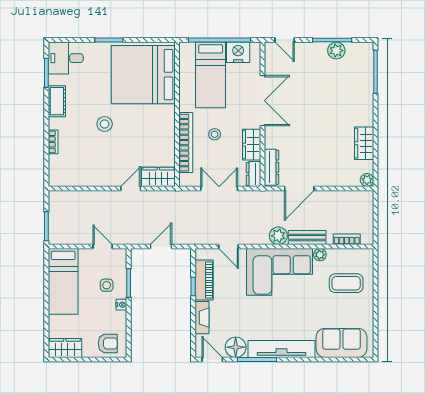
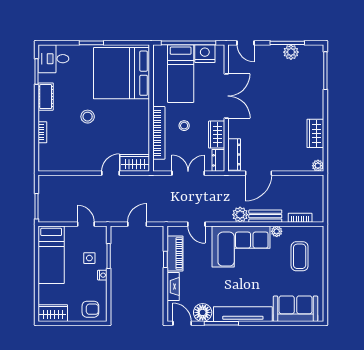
coffee table: (346, 283) -> (300, 256), turned 90

